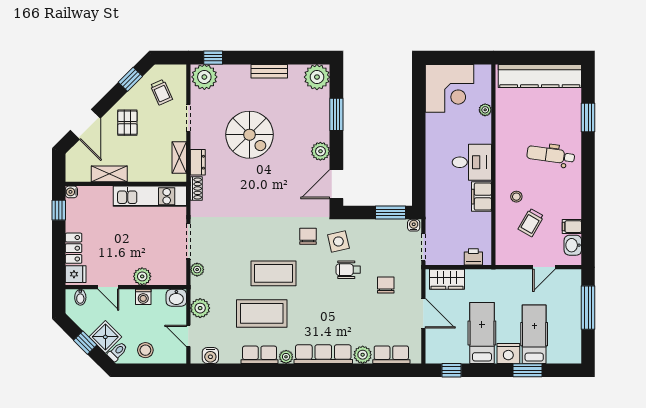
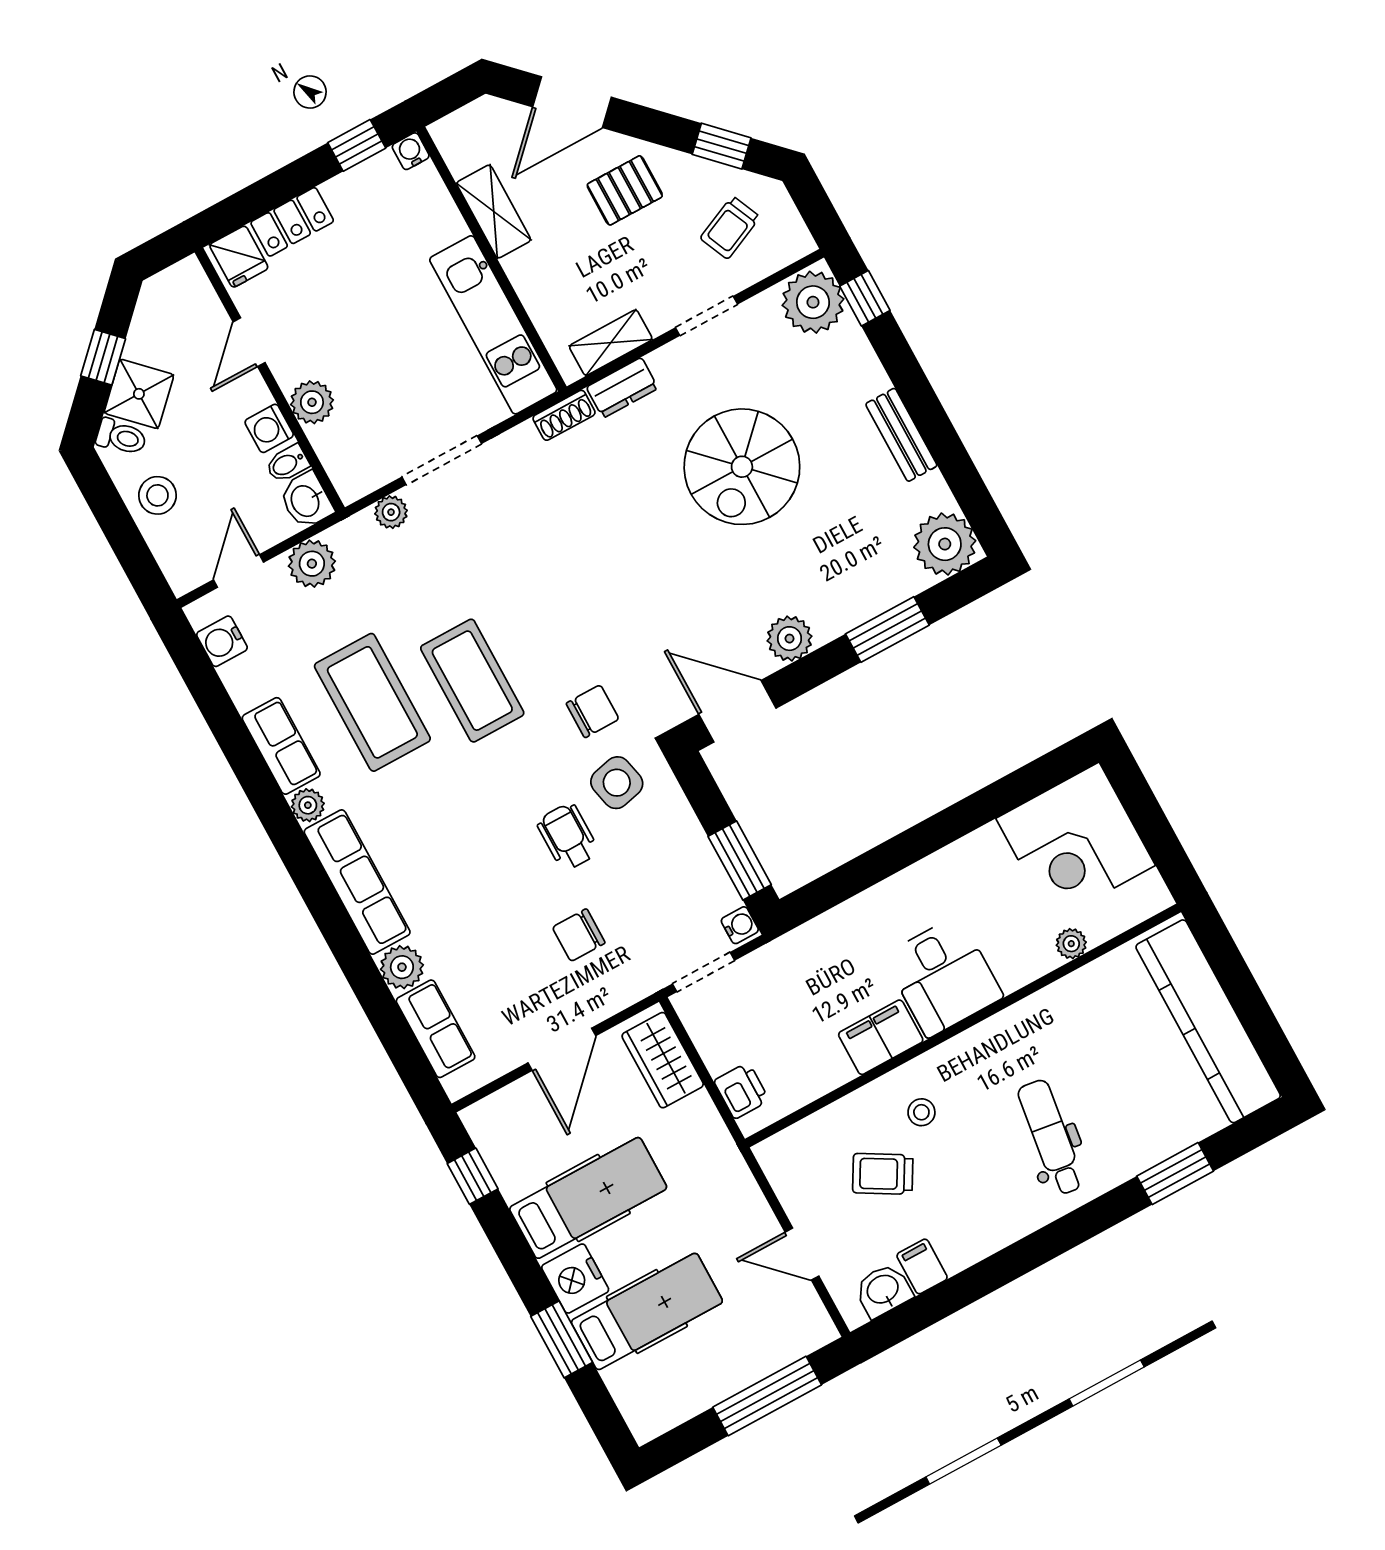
chair: (386, 285) -> (579, 935), turned 180
bidet: (80, 297) -> (287, 464), moved

